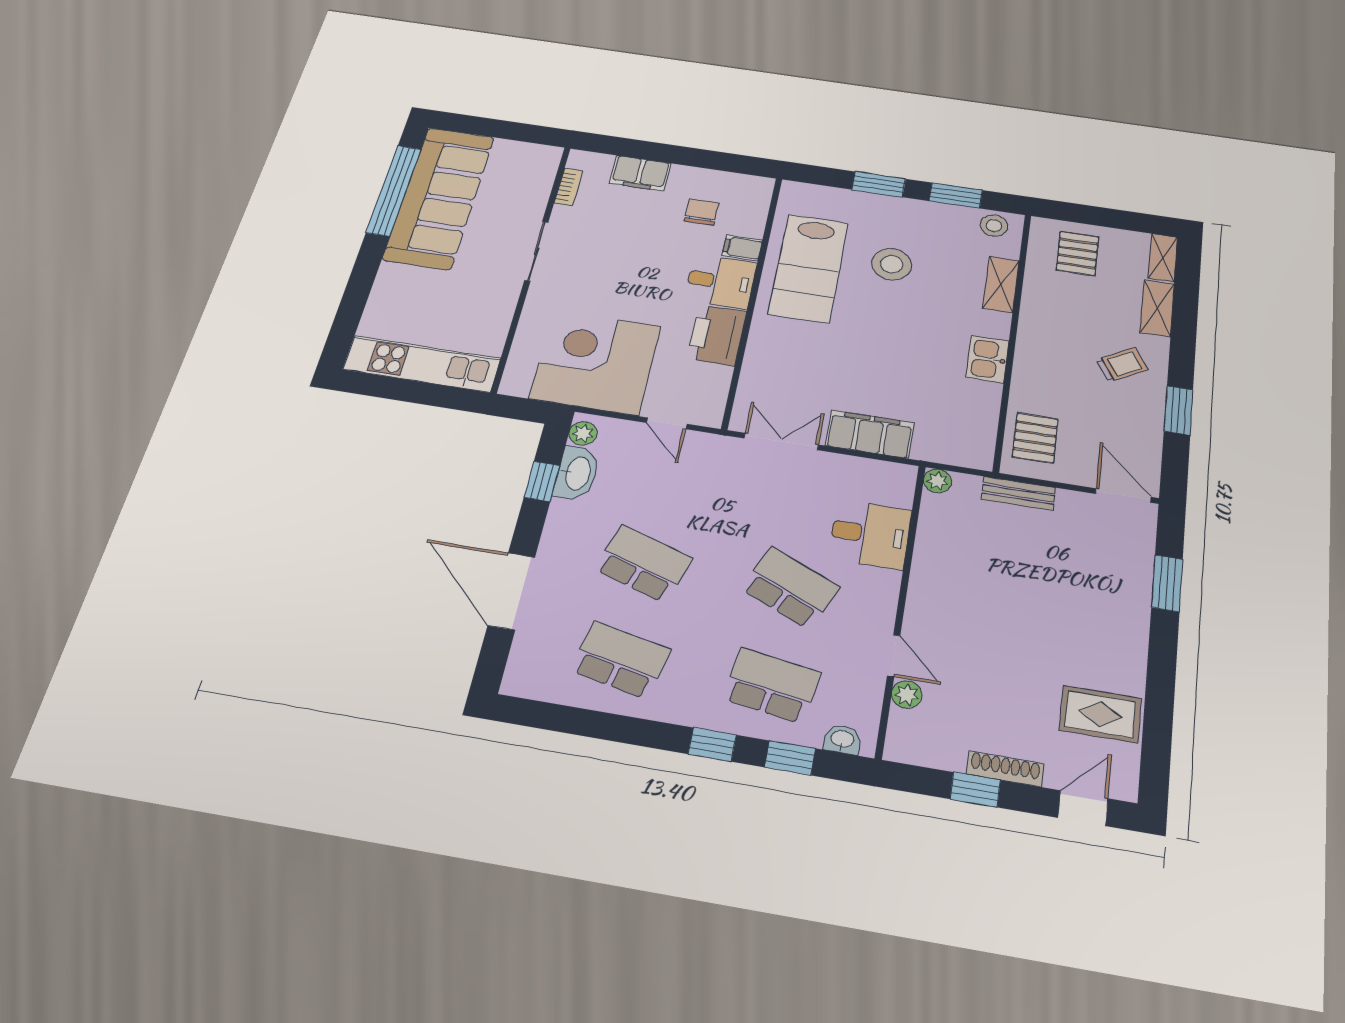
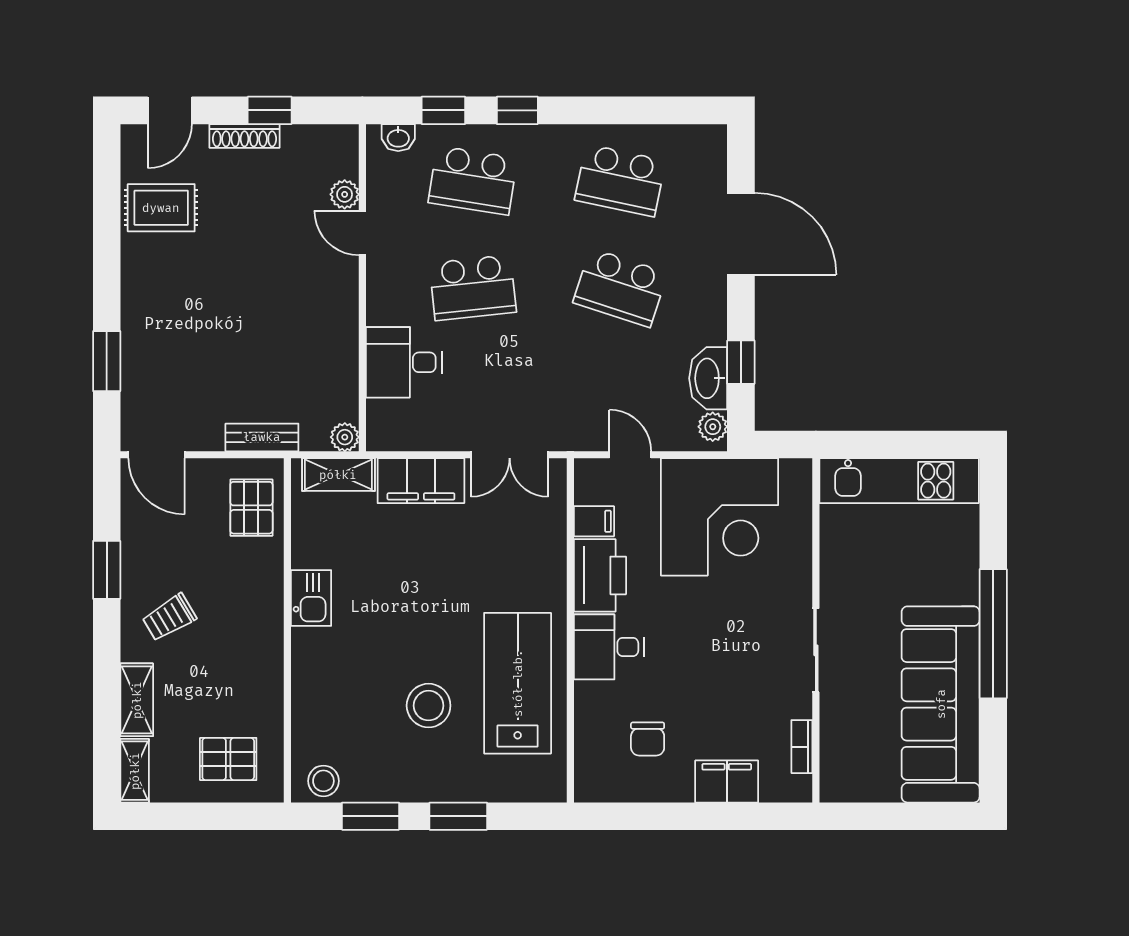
window: (394, 190) -> (993, 634), moved
filing cabinet: (742, 248) -> (594, 521), moved
pallet: (1078, 253) -> (228, 759), turned 90
shelving: (1001, 284) -> (338, 475), moved, turned 90
school desk: (790, 588) -> (473, 288), turned -30

